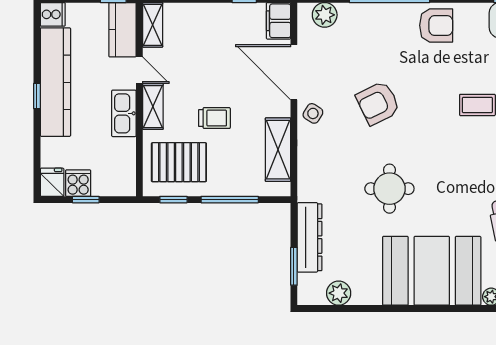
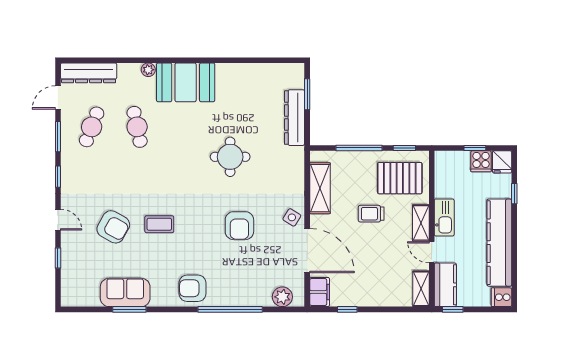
window: (37, 96) -> (514, 194), moved
armchair: (378, 103) -> (239, 226), turned 116
booth: (432, 271) -> (186, 82), width x0.73, depth x0.70
plant: (339, 293) -> (271, 73), removed

